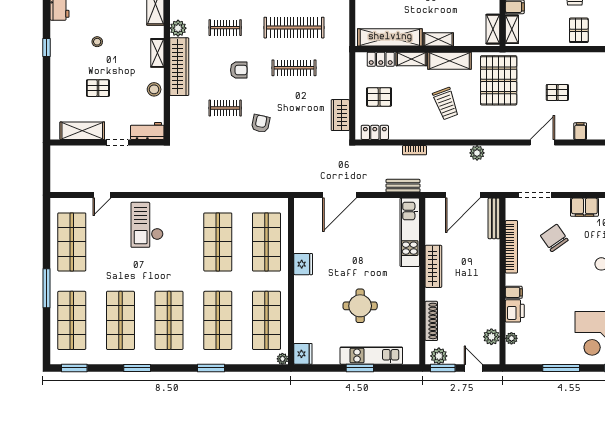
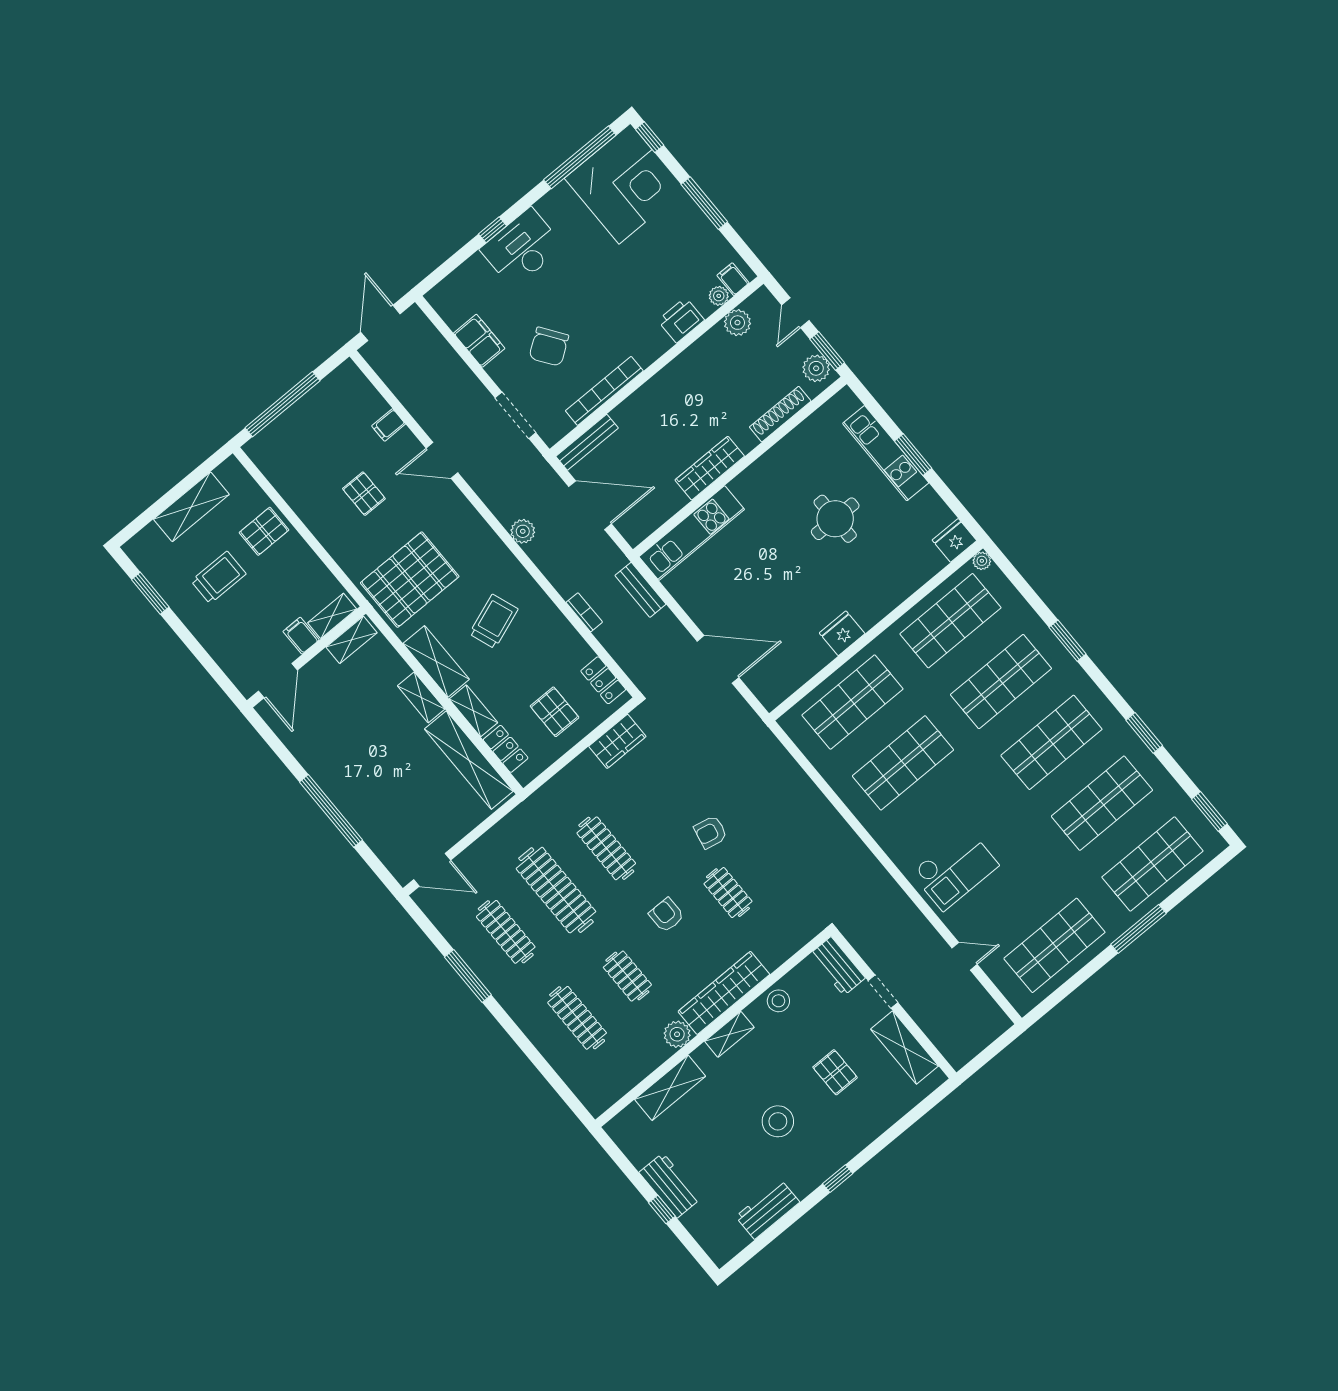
stool: (97, 42) -> (778, 1121), width x1.89, depth x1.89
filing cabinet: (514, 292) -> (733, 279), moved

